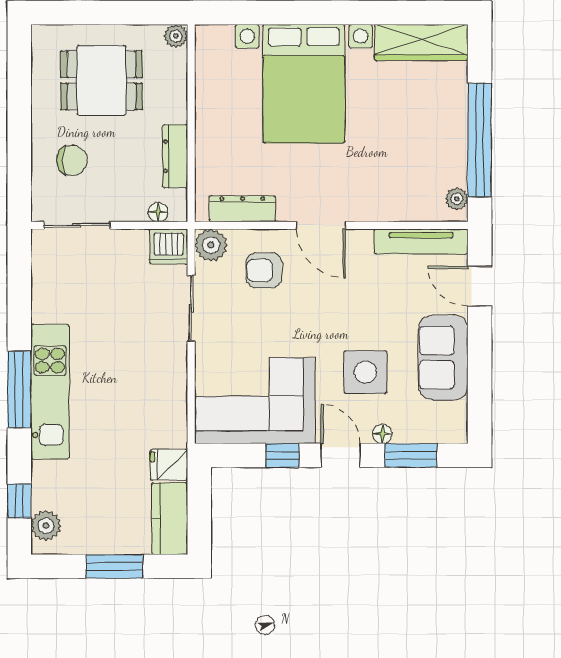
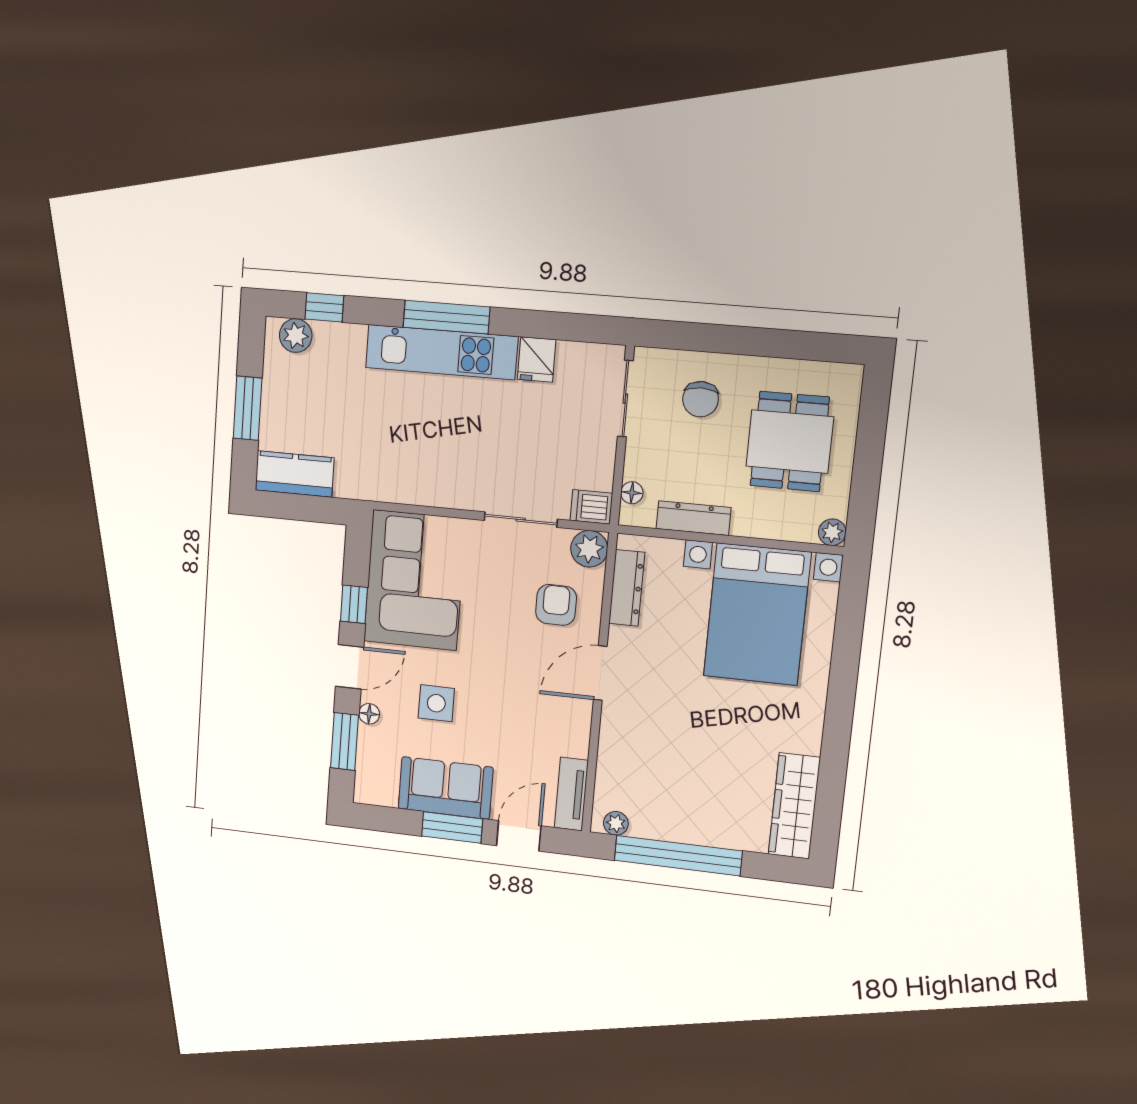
bed with nightstands: (304, 84) -> (757, 614), moved, turned -90
tv unit: (421, 241) -> (571, 794), width x0.71
dishwasher: (169, 247) -> (591, 507), width x0.73
window: (480, 349) -> (452, 827), added
side table: (365, 372) -> (436, 703), width x0.73, depth x0.73
fridge: (169, 465) -> (537, 359), moved, turned 180

